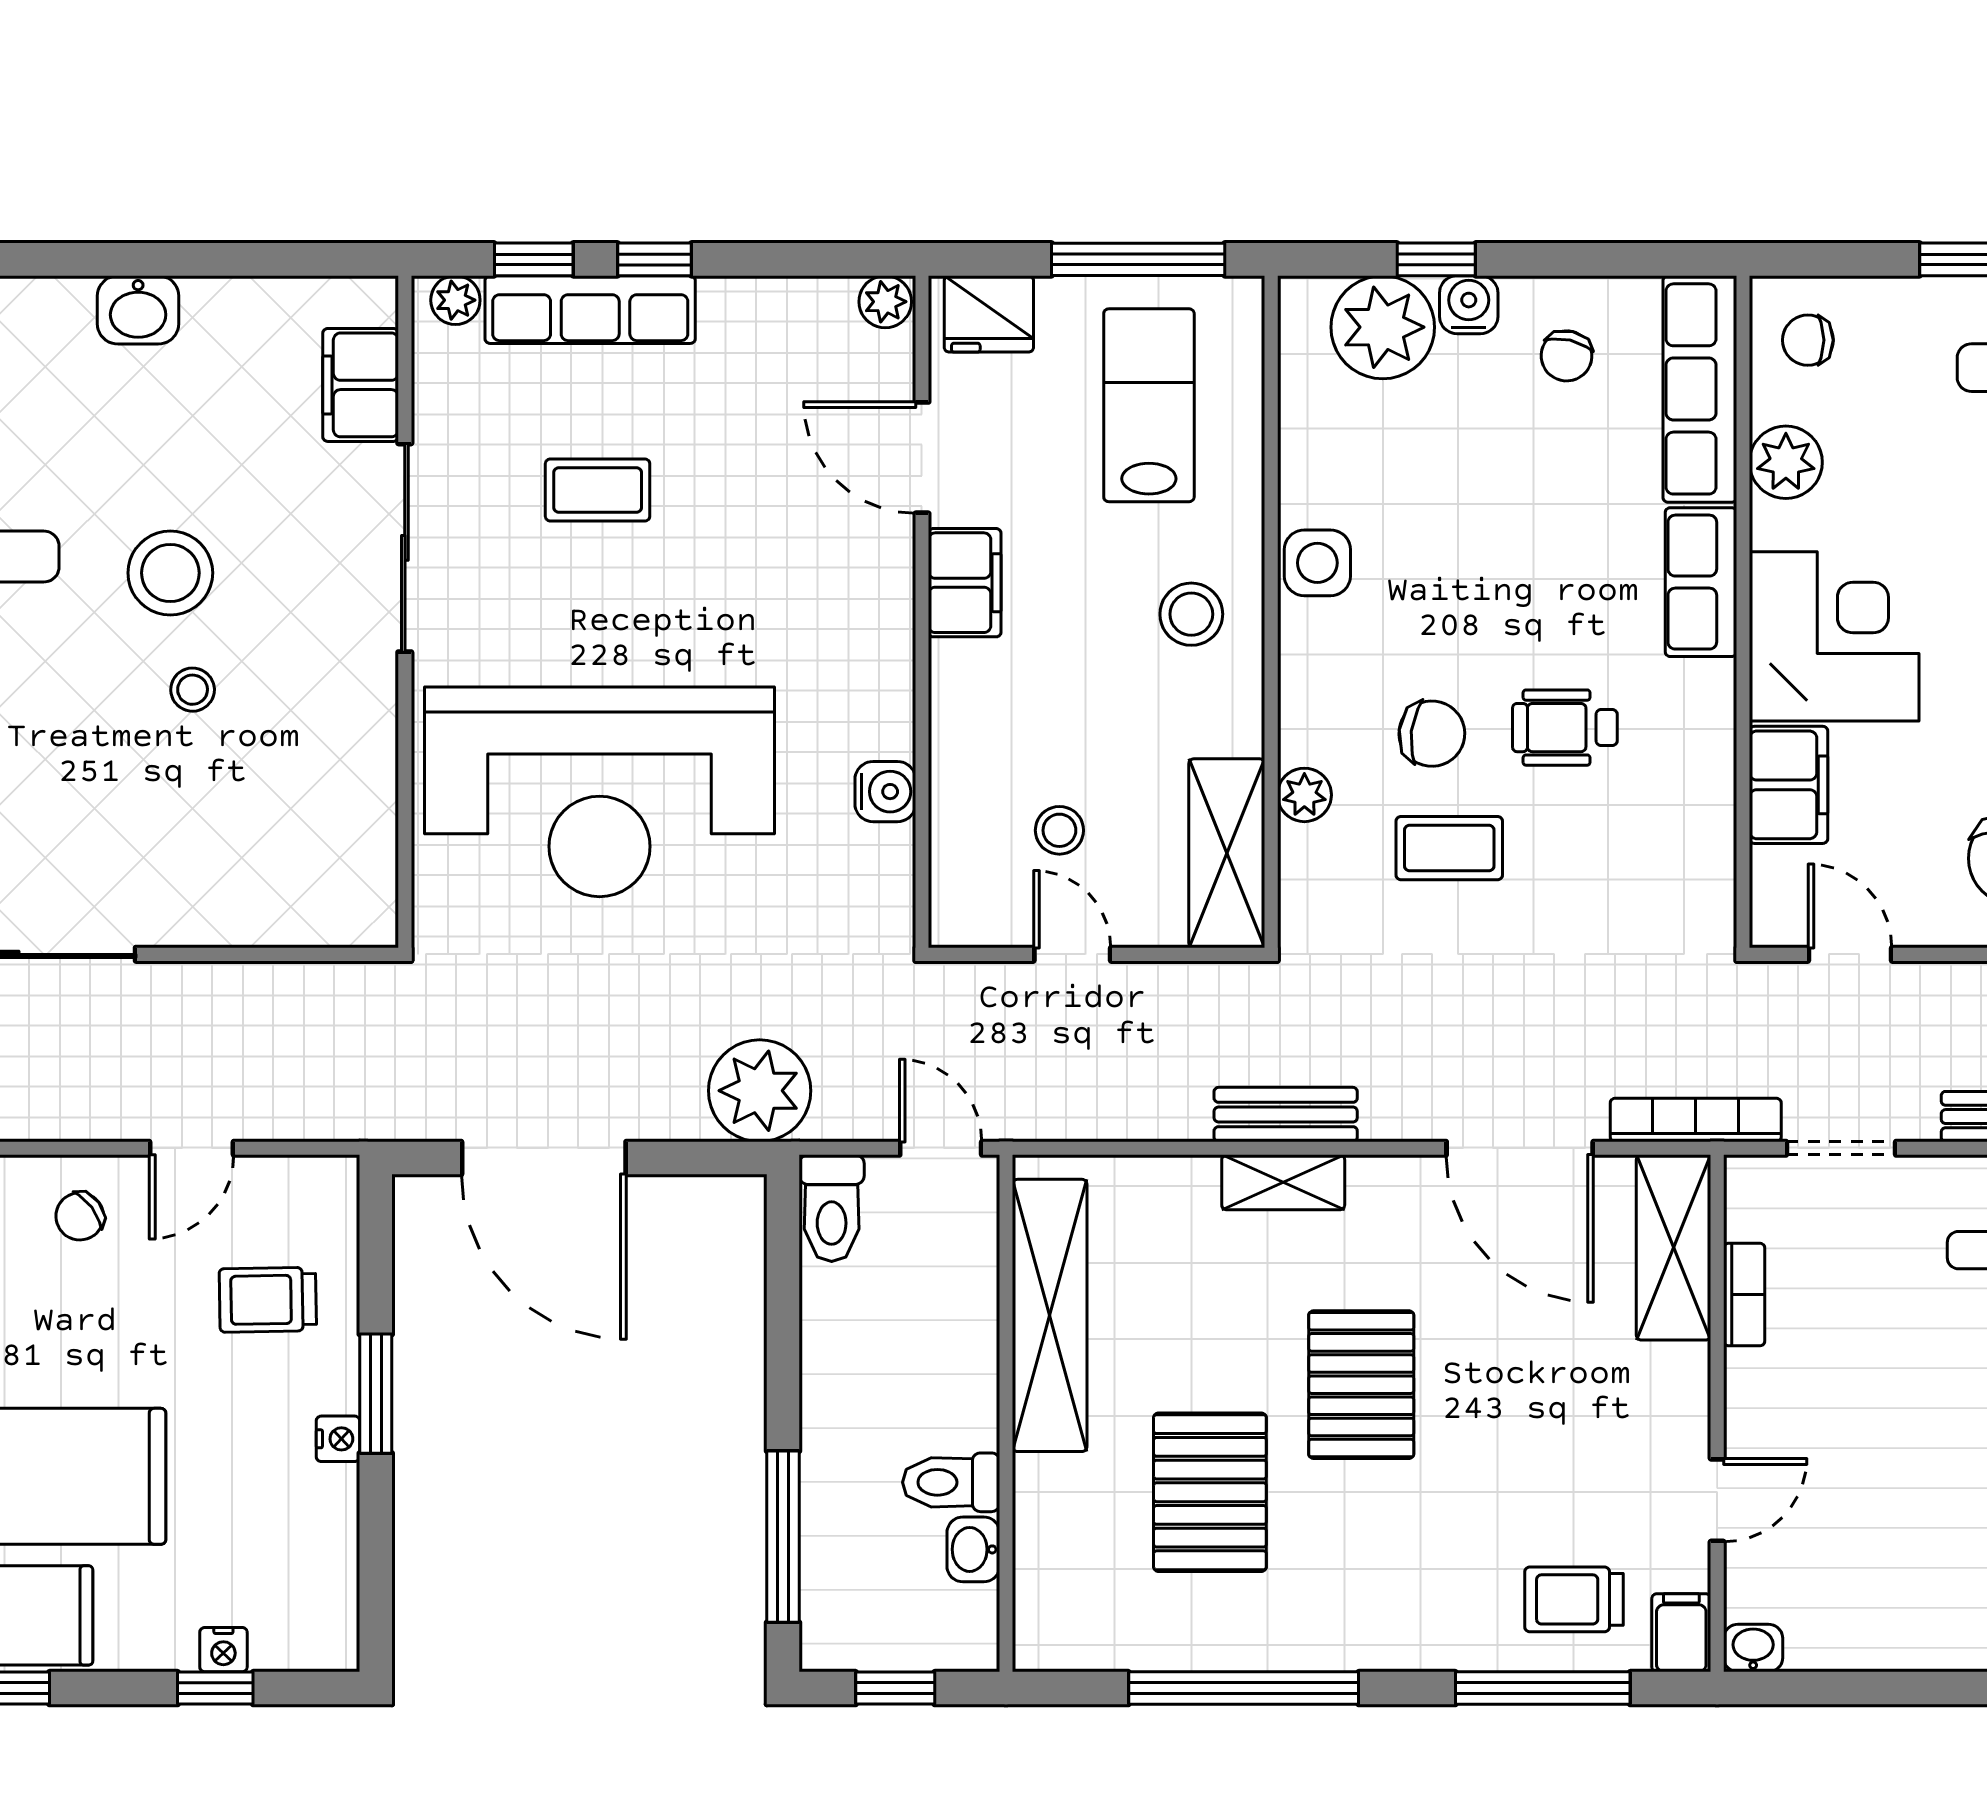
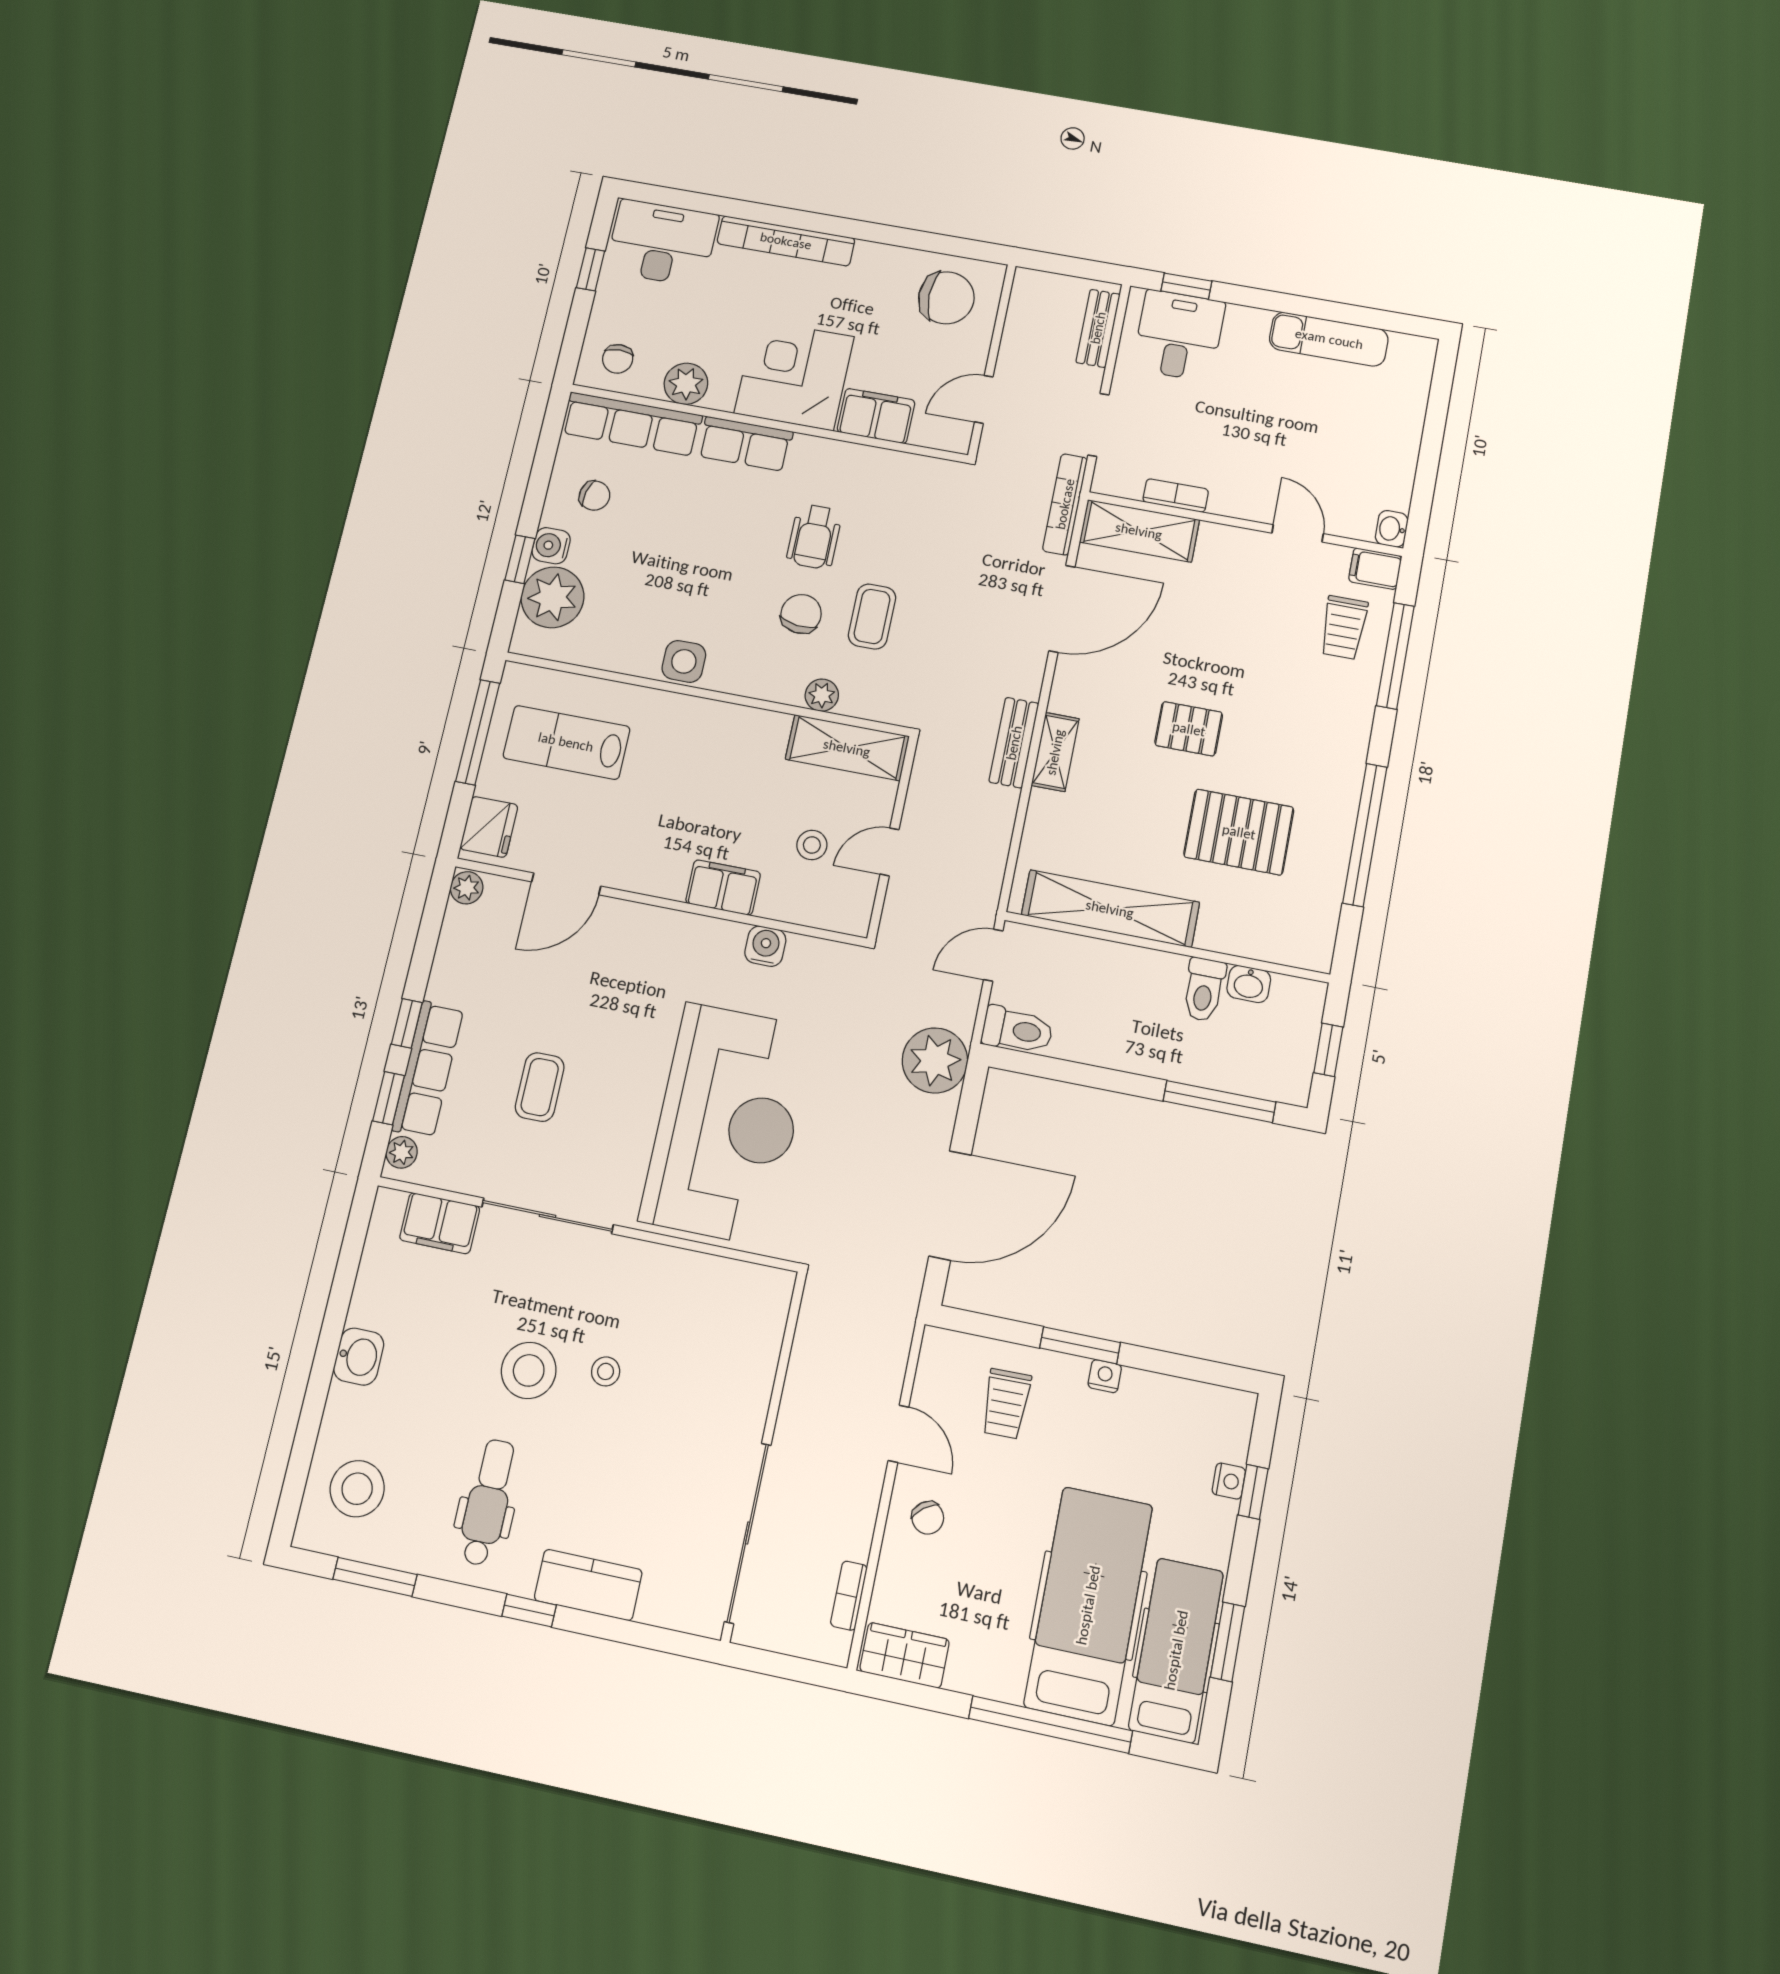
filing cabinet: (965, 583) -> (723, 888), moved
stool: (1191, 614) -> (698, 741), removed
pallet: (1361, 1385) -> (1189, 729), width x0.67, depth x0.71

